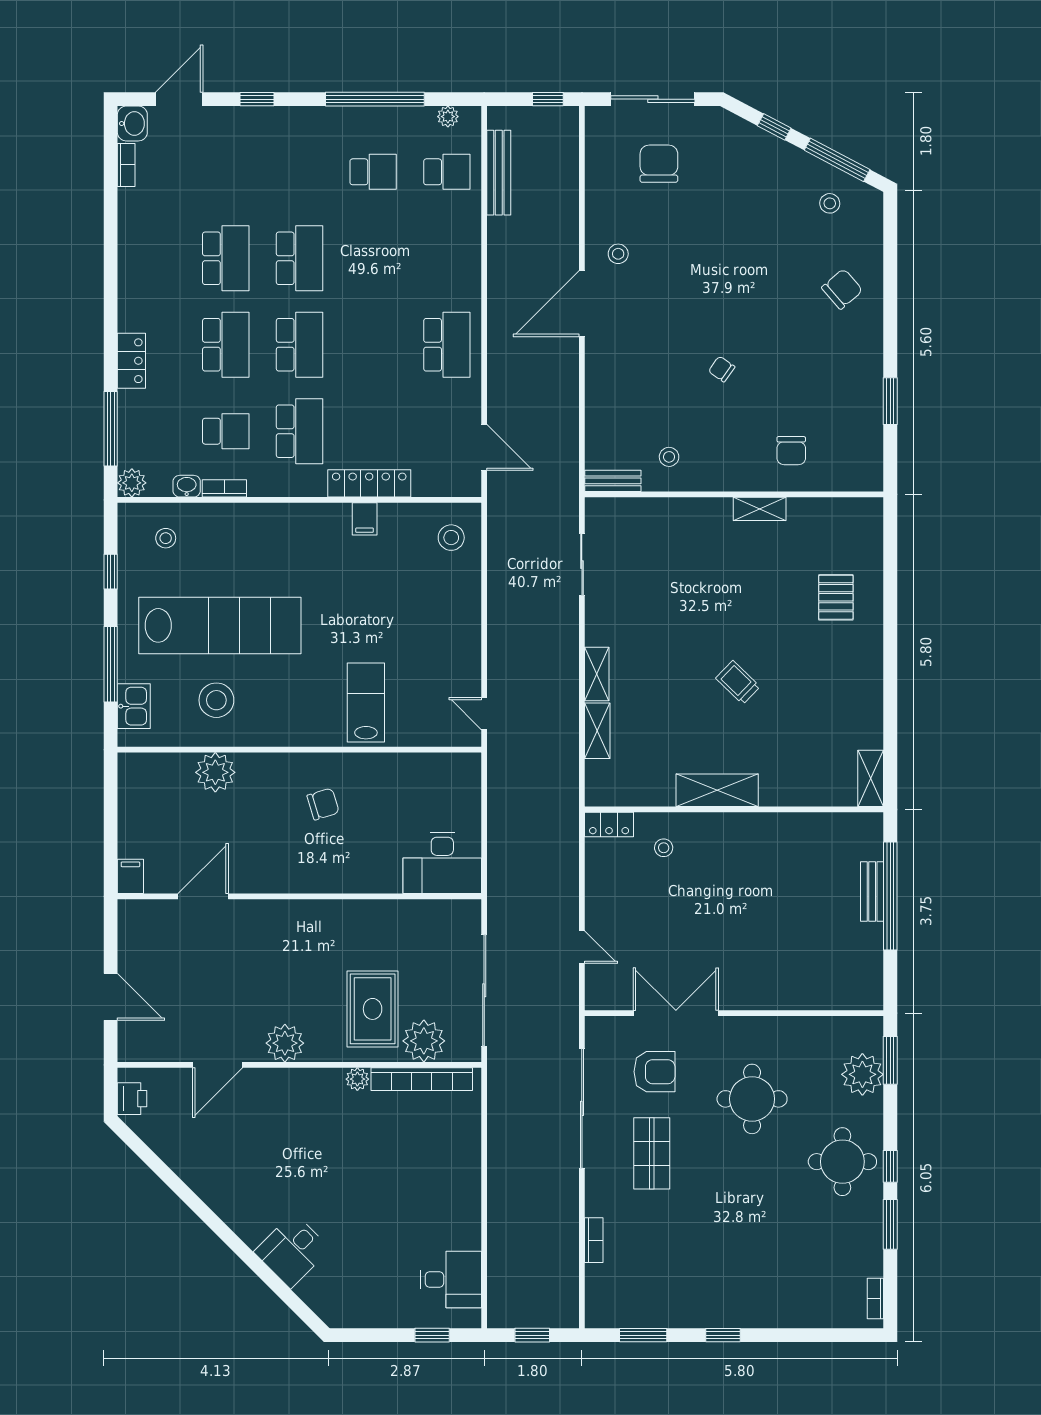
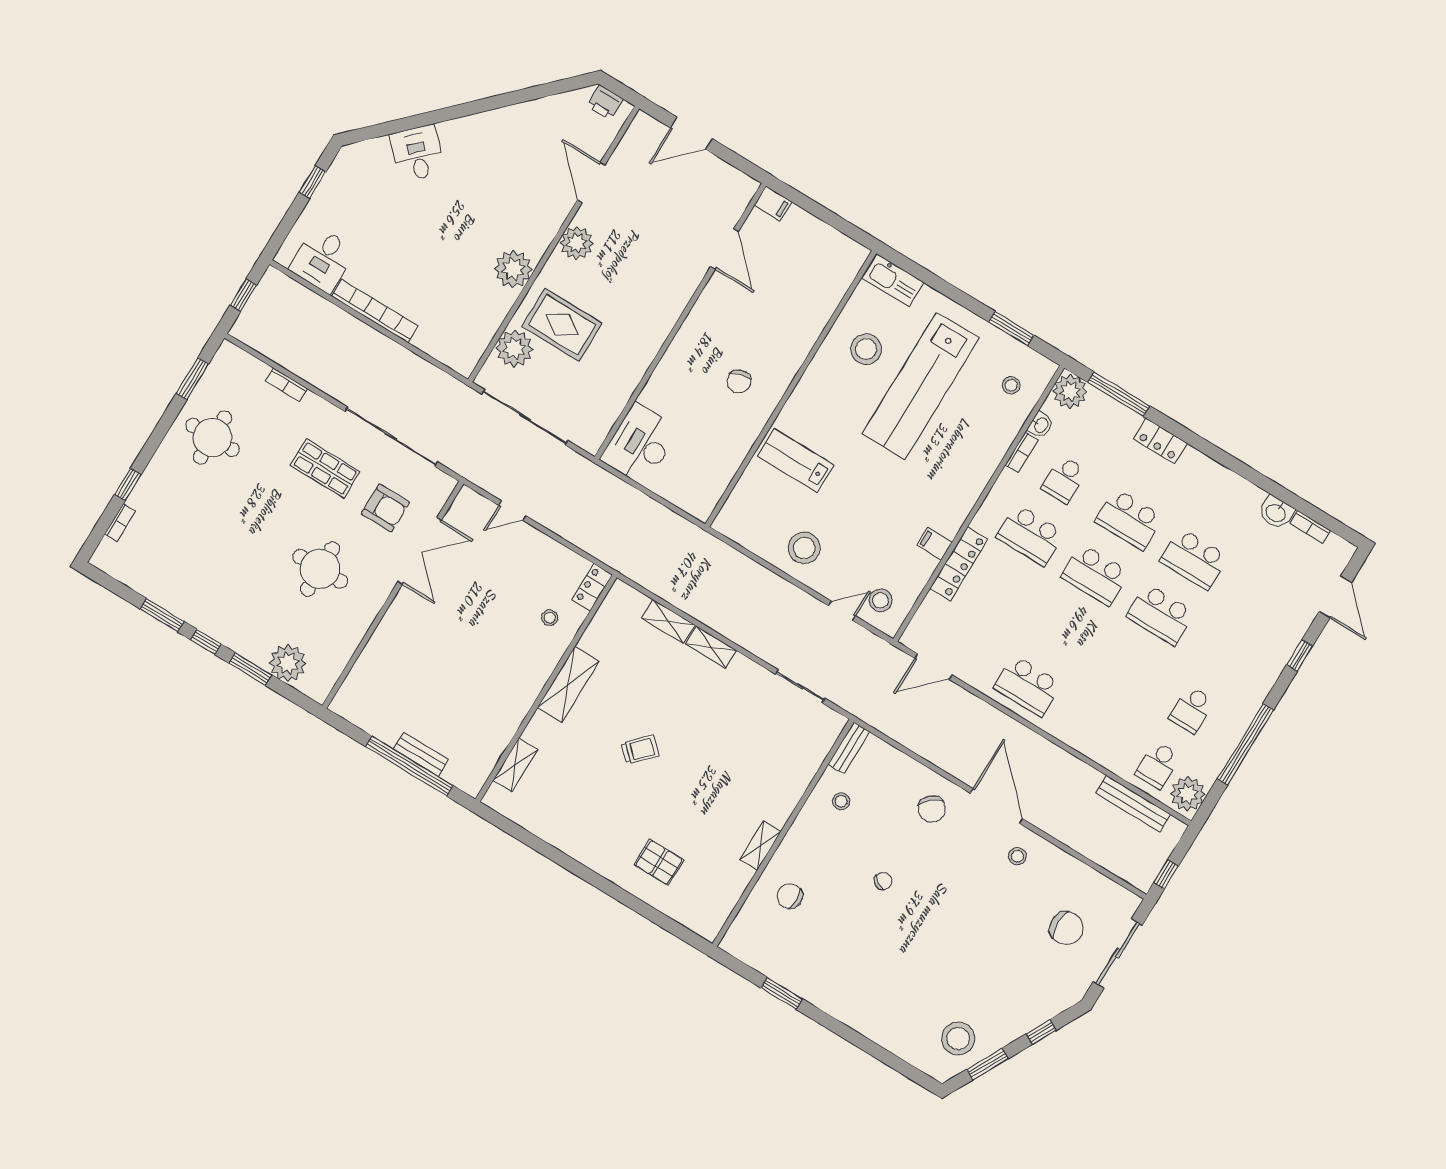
plant: (448, 117) -> (1188, 794), width x1.88, depth x1.88
washbasin: (132, 124) -> (1276, 513), moved
window: (837, 160) -> (987, 1064), width x0.69
stool: (830, 203) -> (958, 1039), width x1.89, depth x1.89
chair: (842, 289) -> (932, 809), moved
plant: (132, 483) -> (1070, 391), width x1.36, depth x1.36
window: (111, 572) -> (1011, 329), width x1.50
stool: (446, 642) -> (804, 548), added
window: (111, 664) -> (942, 286), removed
lab bench: (366, 703) -> (796, 460), turned 180
kitchen sink: (134, 706) -> (893, 280), width x1.38
door: (484, 714) -> (842, 611), moved
plant: (215, 772) -> (812, 315), removed
shelving: (871, 778) -> (515, 765), moved, turned 90
window: (890, 1060) -> (250, 669), moved
armchair: (654, 1072) -> (385, 508), turned -90
plant: (357, 1079) -> (513, 269), width x1.87, depth x1.87
bookcase: (422, 1079) -> (375, 311), moved, turned 90
round table: (842, 1162) -> (213, 437), moved
bookcase: (875, 1298) -> (120, 523), moved, turned 90
window: (432, 1335) -> (313, 182), moved
window: (723, 1335) -> (128, 484), moved

